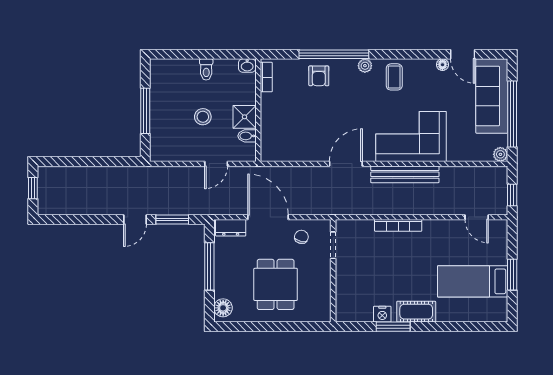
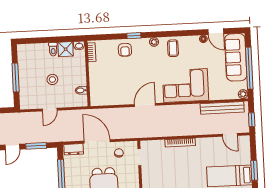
window: (334, 54) -> (134, 36), width x0.32
shower: (245, 117) -> (66, 49), moved
door: (216, 164) -> (50, 110), moved
bench: (405, 174) -> (222, 108), moved

